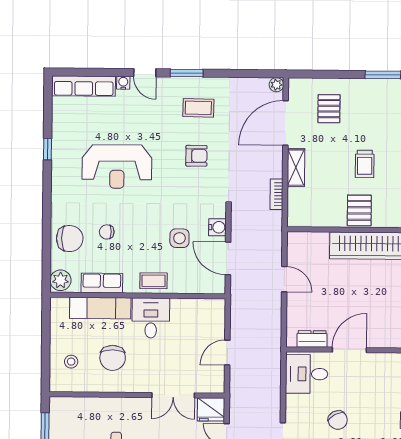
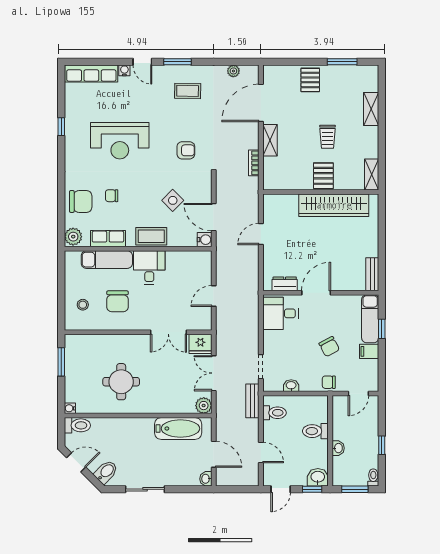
plant: (276, 85) -> (233, 71), moved
pallet: (329, 109) -> (310, 80), moved
armchair: (196, 156) -> (186, 150), moved
water cooler: (217, 227) -> (205, 240), moved
side table: (179, 238) -> (173, 200), turned 45
door: (284, 279) -> (261, 234), swing flipped
coffee table: (153, 281) -> (151, 236), width x1.36, depth x1.30
chair: (338, 420) -> (329, 347), moved

